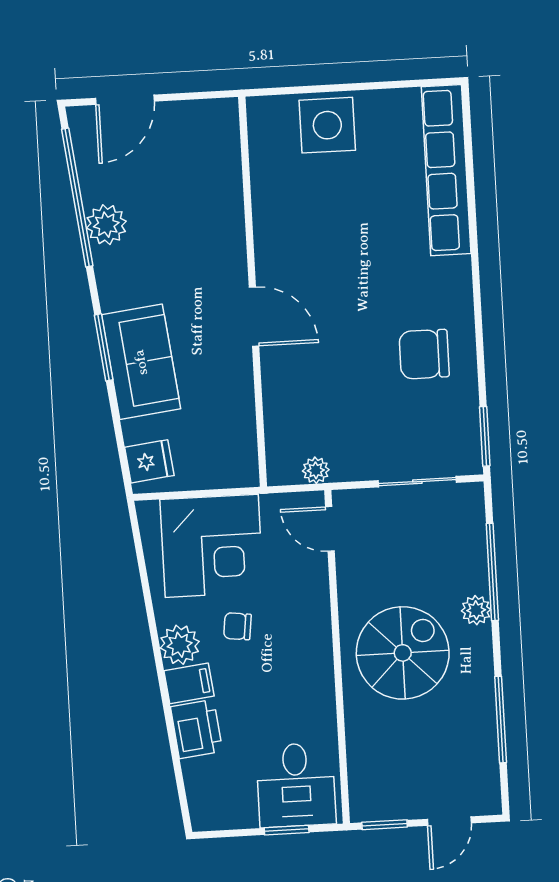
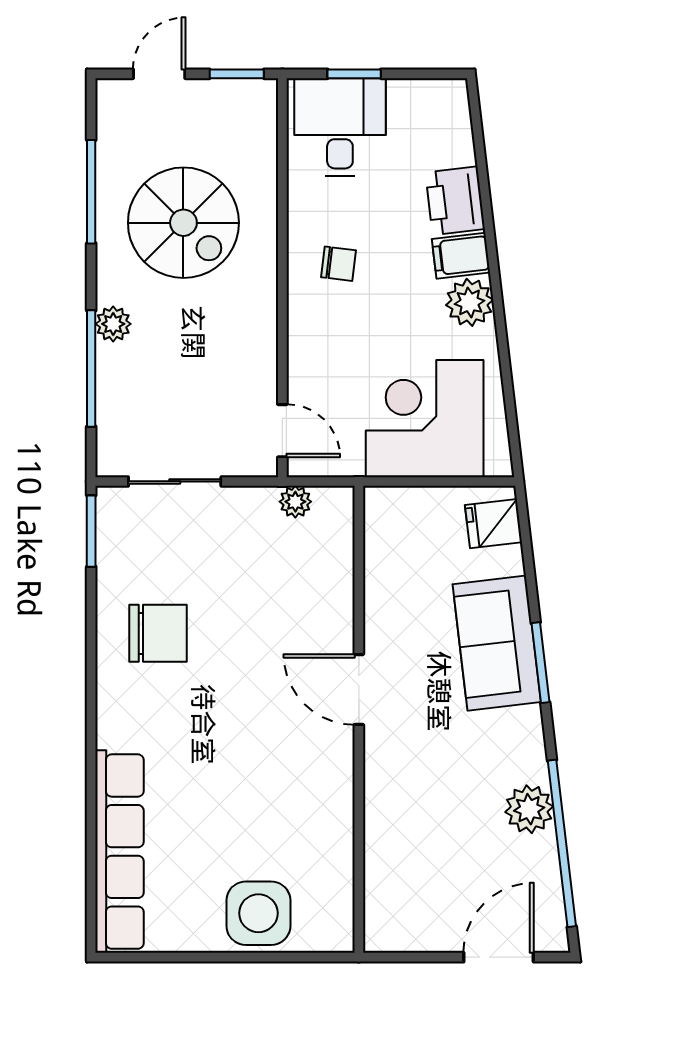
chair: (237, 626) -> (338, 264), moved
spiral stairs: (403, 653) -> (183, 223), moved, turned -90

